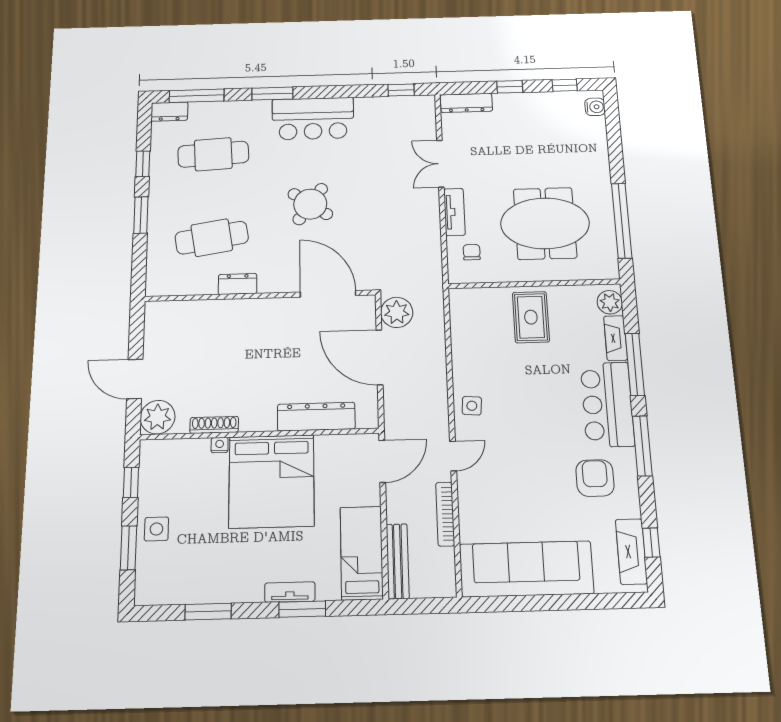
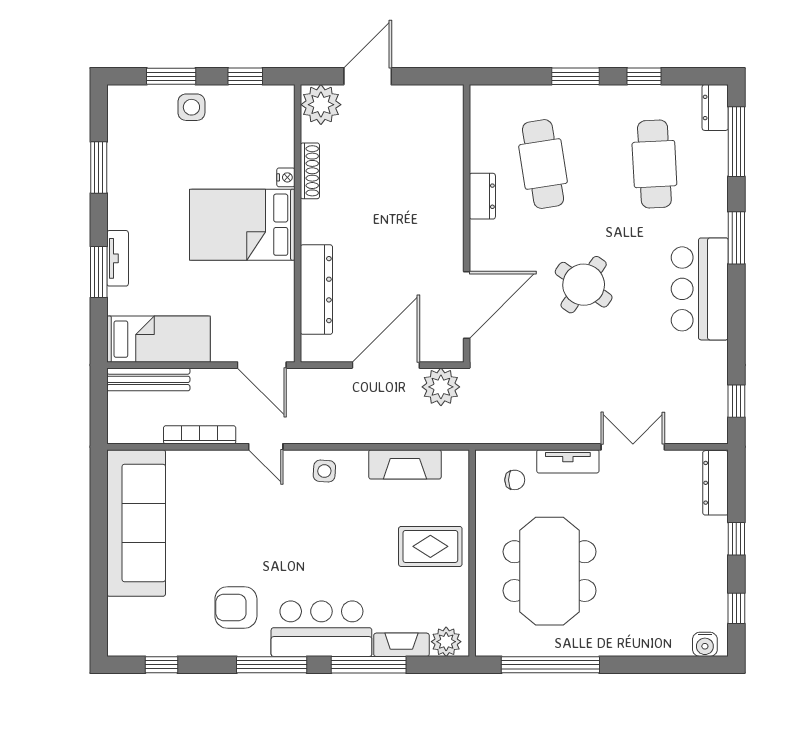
armchair: (595, 478) -> (236, 607), turned 180
bed: (272, 481) -> (242, 225), width x0.73
fireplace: (631, 551) -> (405, 464), moved, turned 180

